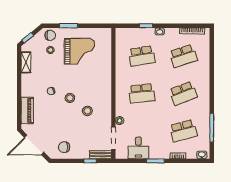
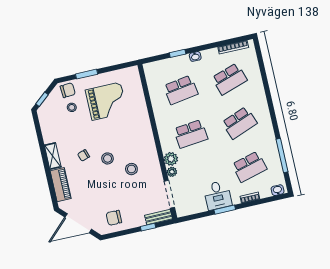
shelving: (26, 62) -> (53, 156), moved
plant: (121, 110) -> (171, 159), added
desk: (138, 148) -> (218, 195), moved

